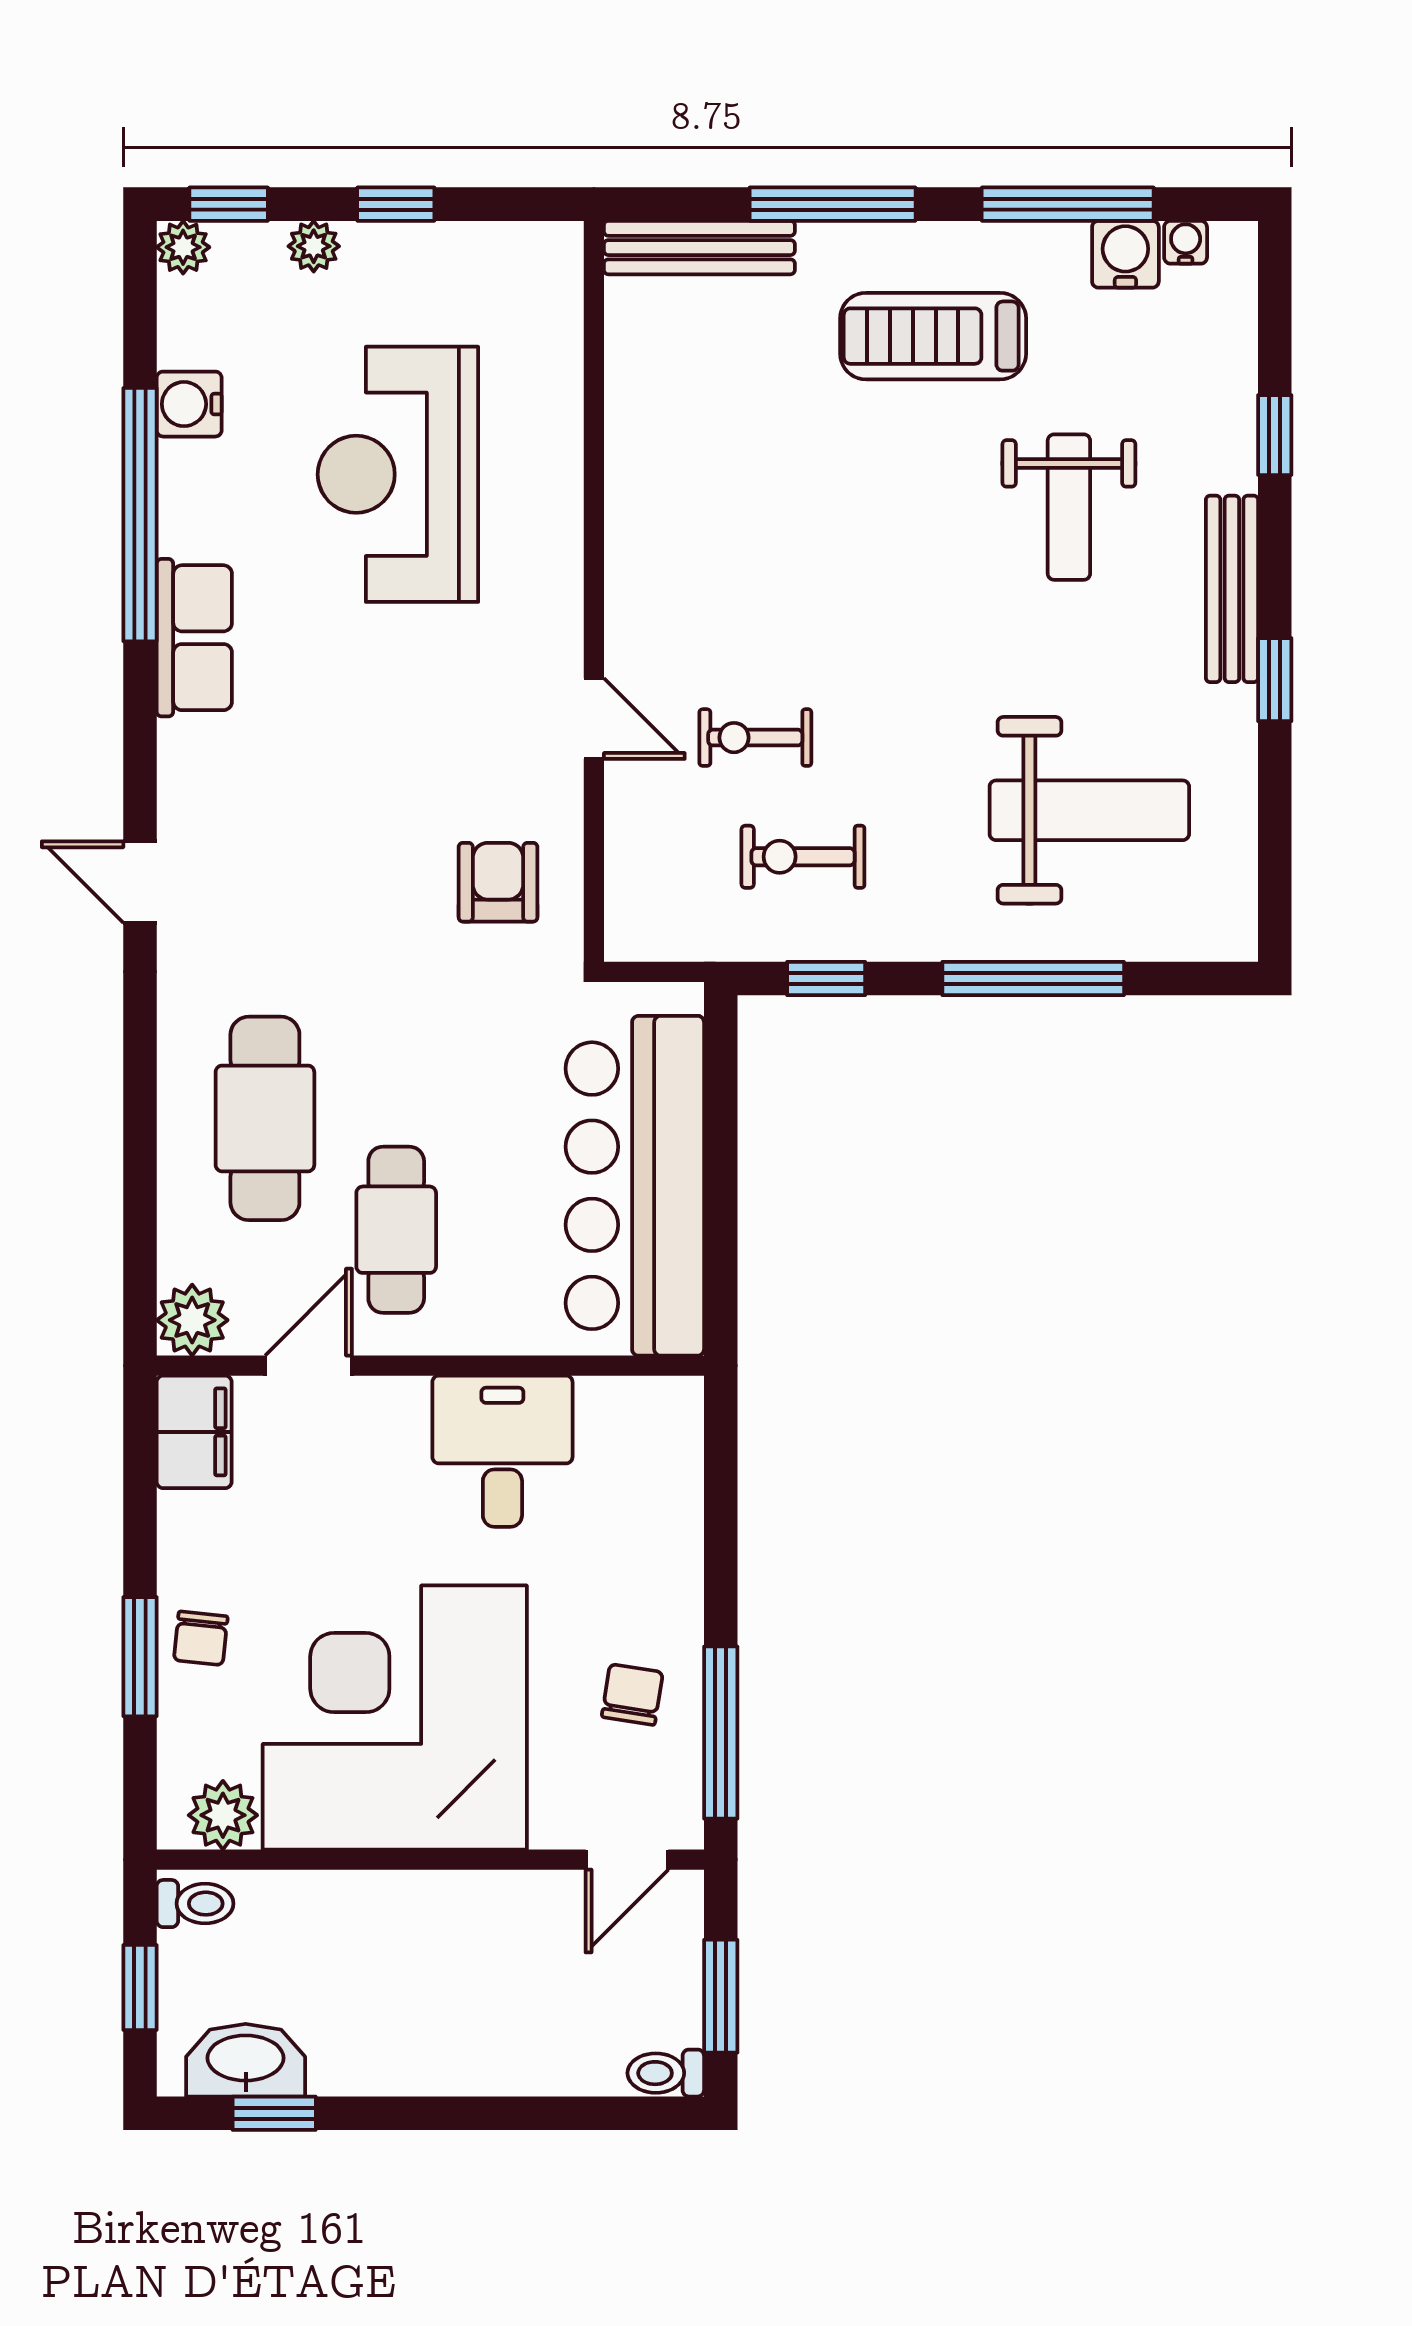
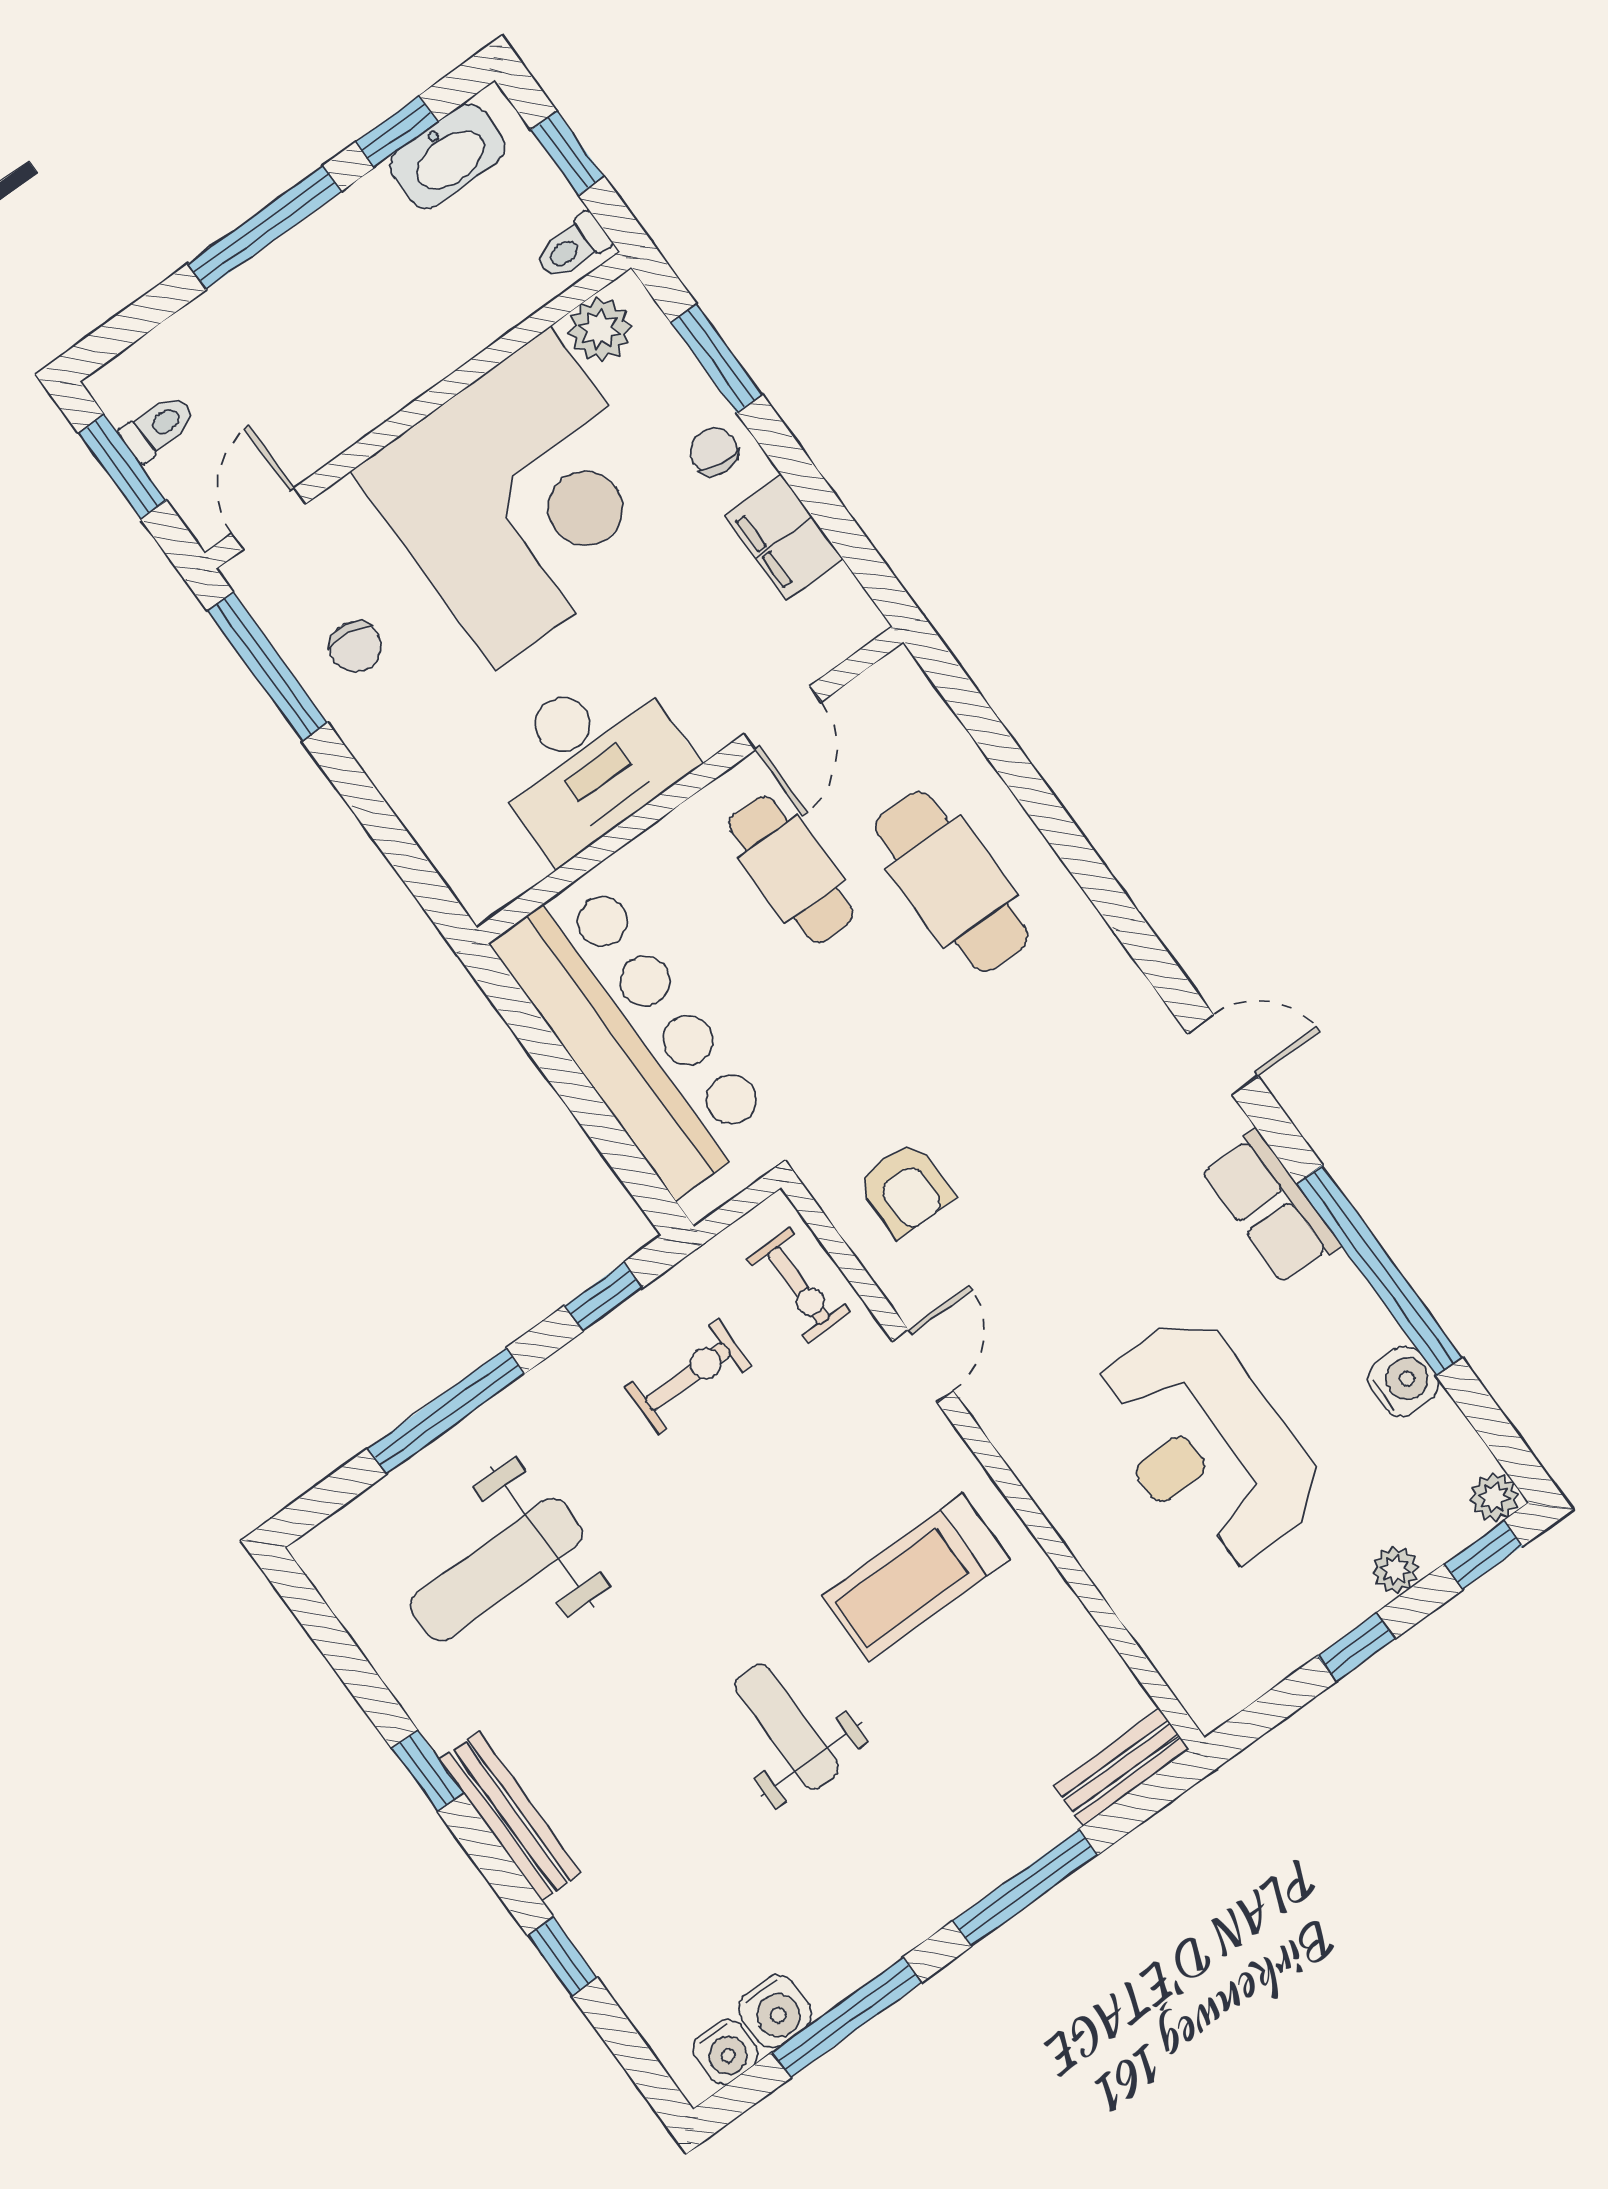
water cooler: (1186, 242) -> (726, 2052), width x1.38, depth x1.38
bench: (699, 248) -> (1122, 1767), width x0.73
treadmill: (933, 336) -> (916, 1578), moved, turned 180
reception desk: (398, 474) -> (1206, 1443), turned 180
weight bench: (1069, 507) -> (787, 1727), moved
door: (594, 719) -> (923, 1366), swing flipped
exercise bike: (755, 738) -> (799, 1285), moved, turned 90
door: (140, 882) -> (1223, 1055), moved
plant: (192, 1320) -> (896, 688), removed
filing cabinet: (194, 1432) -> (784, 537), moved
desk: (502, 1451) -> (588, 760), width x1.37
window: (140, 1657) -> (717, 358), moved
toilet: (666, 2073) -> (158, 428), moved
window: (448, 2113) -> (265, 227), added

